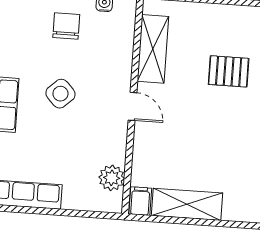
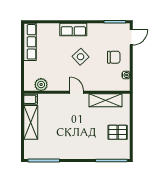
pallet: (229, 71) -> (118, 132), moved, turned 90
door: (133, 106) -> (77, 92), swing flipped

